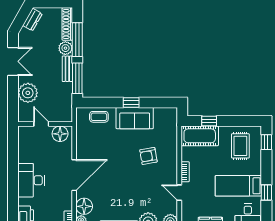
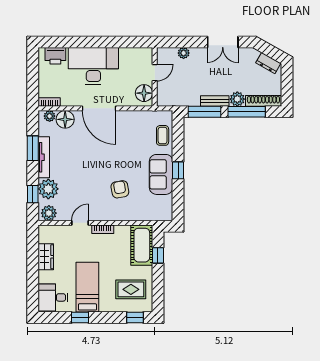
plant: (28, 93) -> (184, 53), width x0.53, depth x0.53
desk: (31, 180) -> (93, 66), width x1.36, depth x1.30

